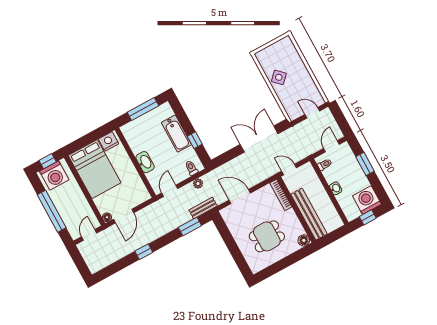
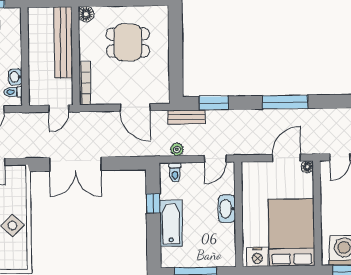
door: (289, 170) -> (59, 109), hinge flipped
washbasin: (336, 188) -> (15, 77), moved
window: (144, 252) -> (285, 102), width x2.17

